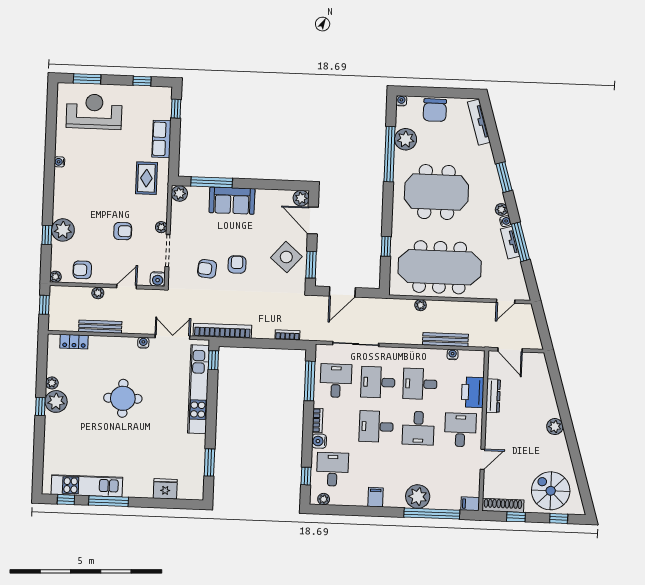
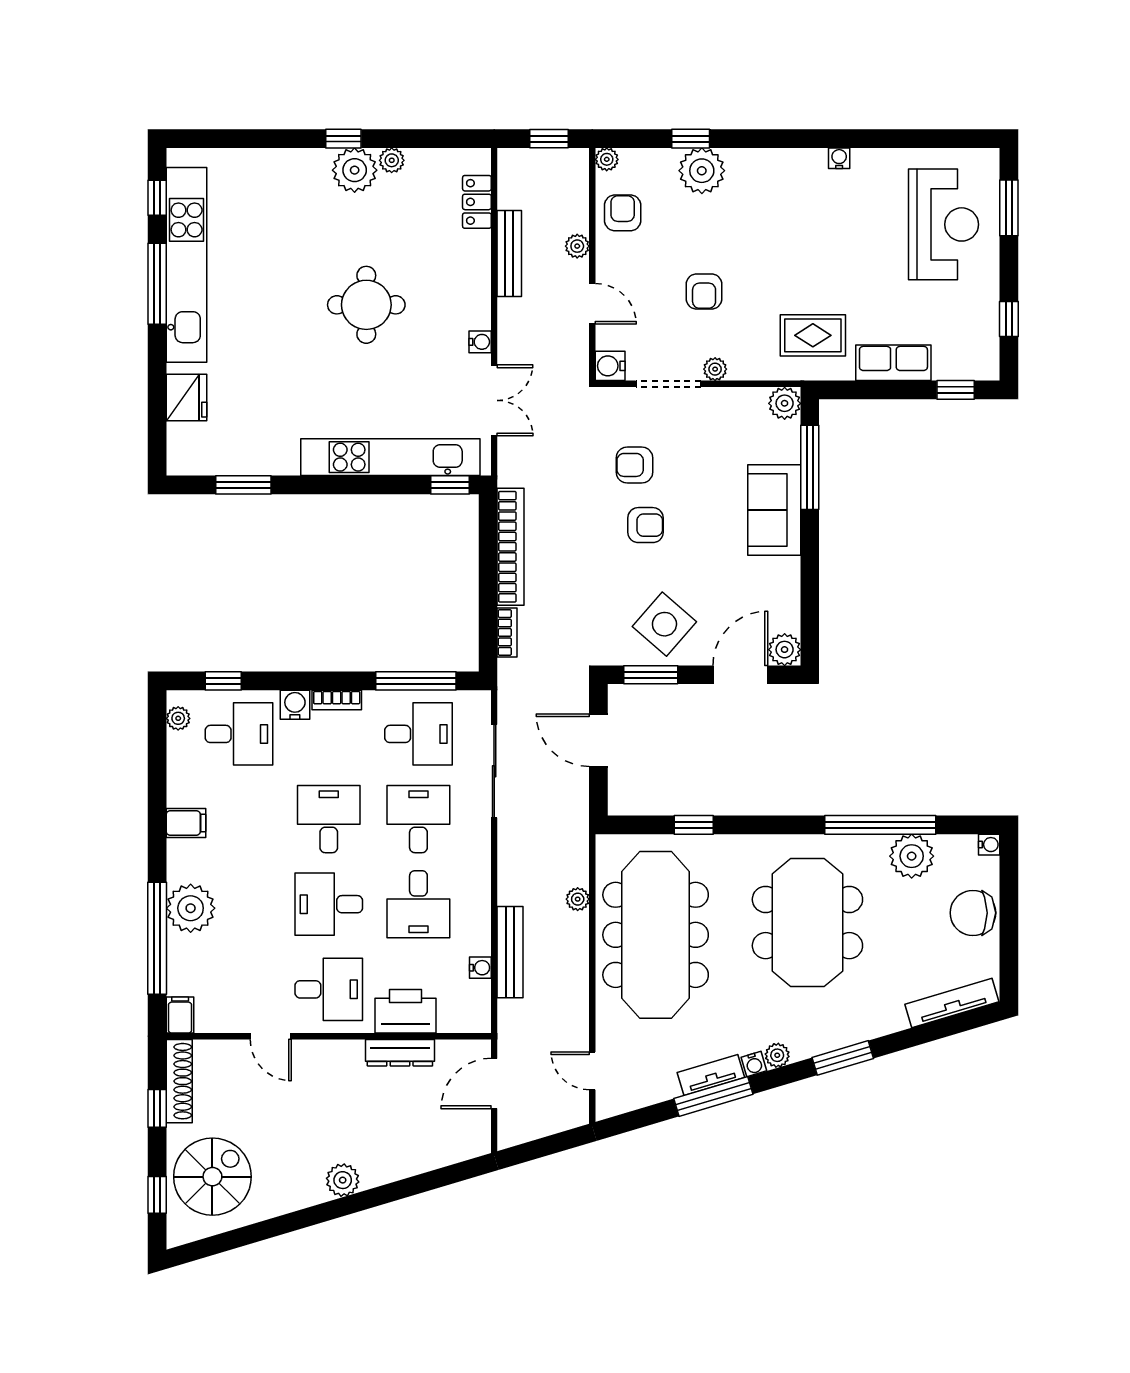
armchair: (207, 269) -> (634, 465), turned -95
bookcase: (222, 331) -> (511, 547), moved
desk: (420, 384) -> (418, 904), turned 180
kitchen unit: (87, 486) -> (187, 265), width x1.36

